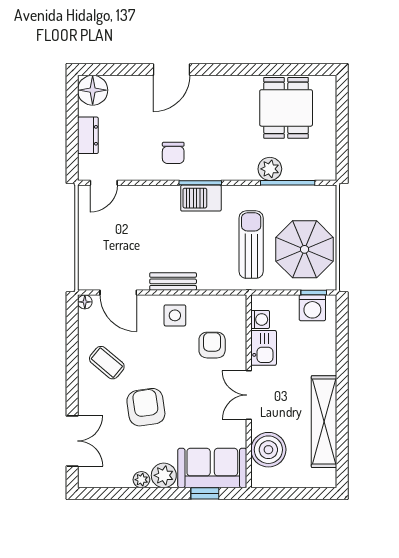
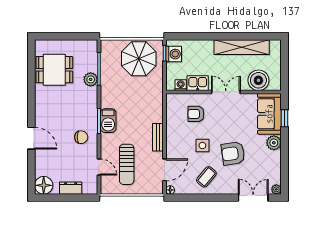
door: (104, 183) -> (99, 167), moved
sun lounger: (251, 245) -> (127, 164), moved, turned -90
side table: (175, 315) -> (202, 145), moved
double door: (249, 395) -> (226, 92), swing flipped
plant: (141, 480) -> (276, 189), moved

